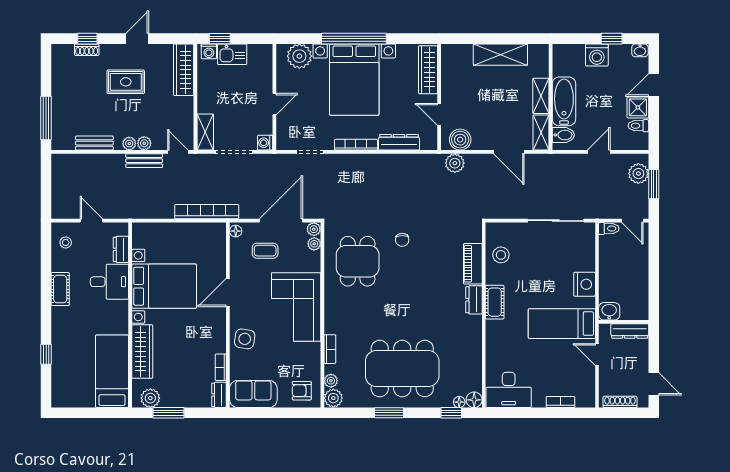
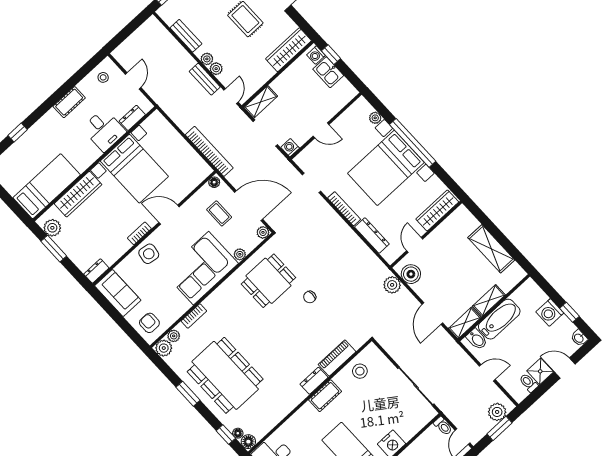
plant: (299, 56) -> (375, 118), width x0.53, depth x0.53
plant: (314, 244) -> (240, 254), moved
bookcase: (221, 367) -> (139, 233), moved

